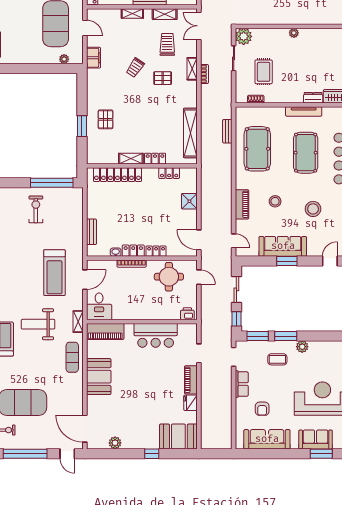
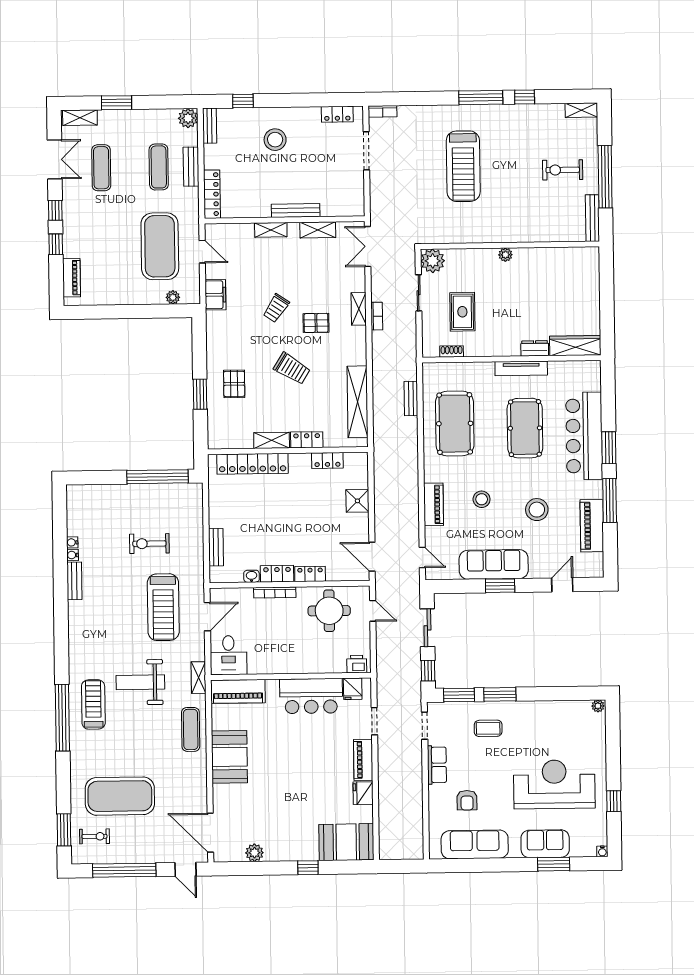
trolley: (167, 44) -> (292, 369), moved, turned 122
exercise bike: (36, 209) -> (149, 544), moved, turned -90
fridge: (184, 331) -> (353, 689), added
plant: (302, 347) -> (524, 709), removed

